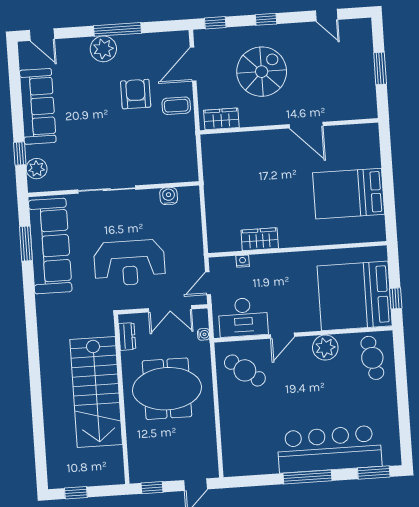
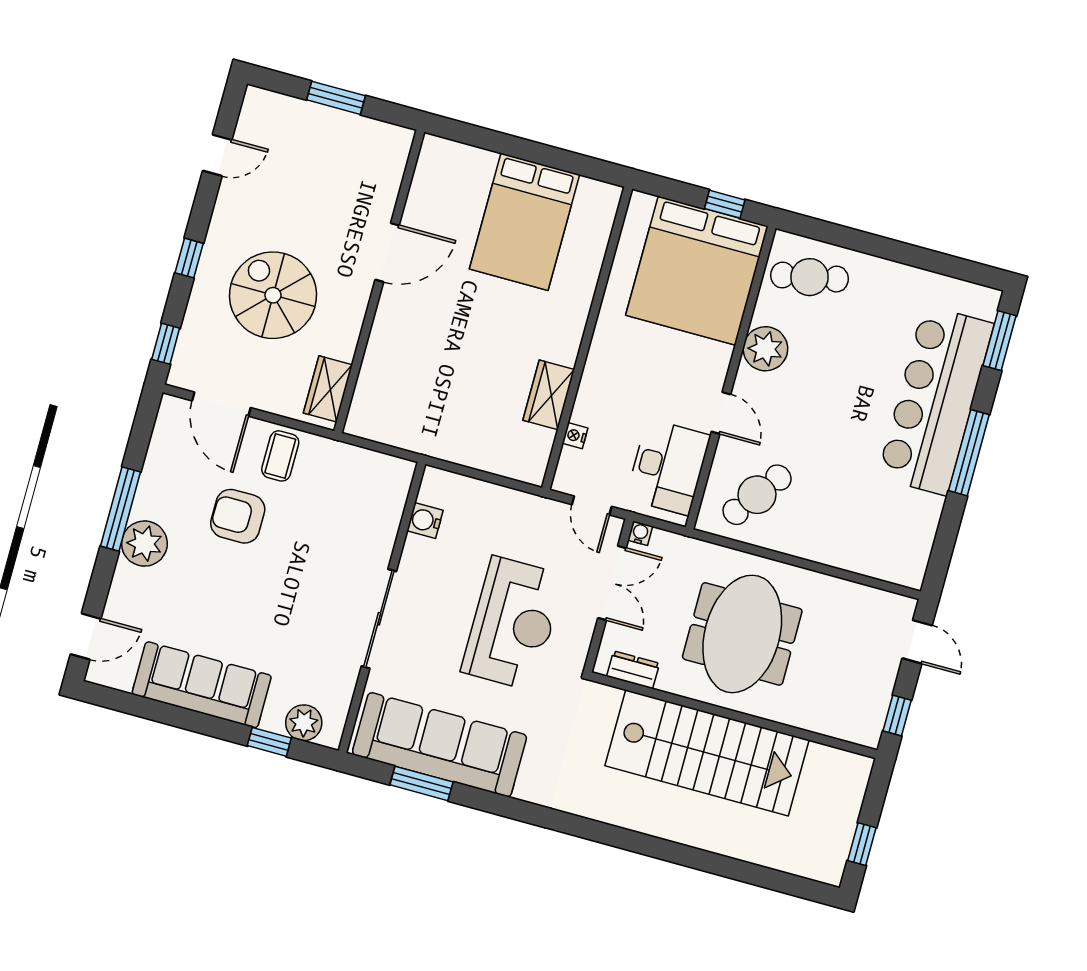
water cooler: (204, 334) -> (640, 533), moved

